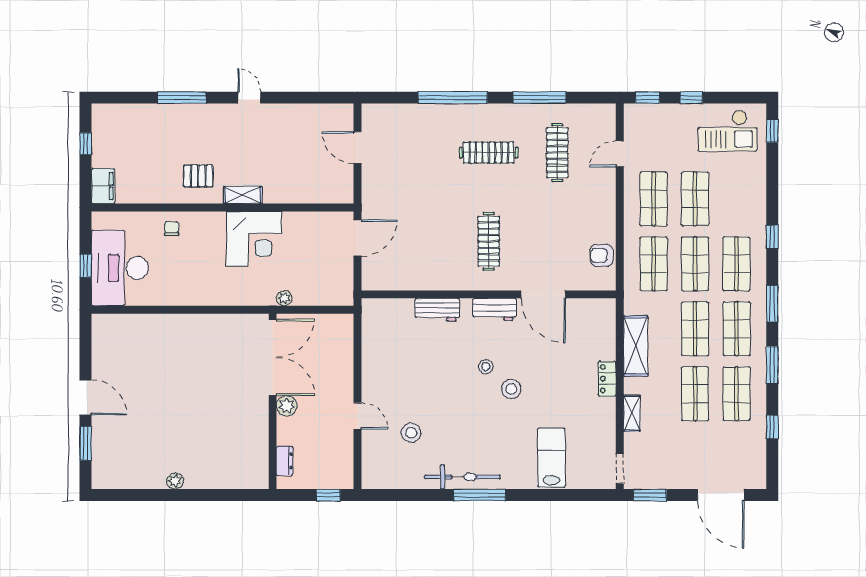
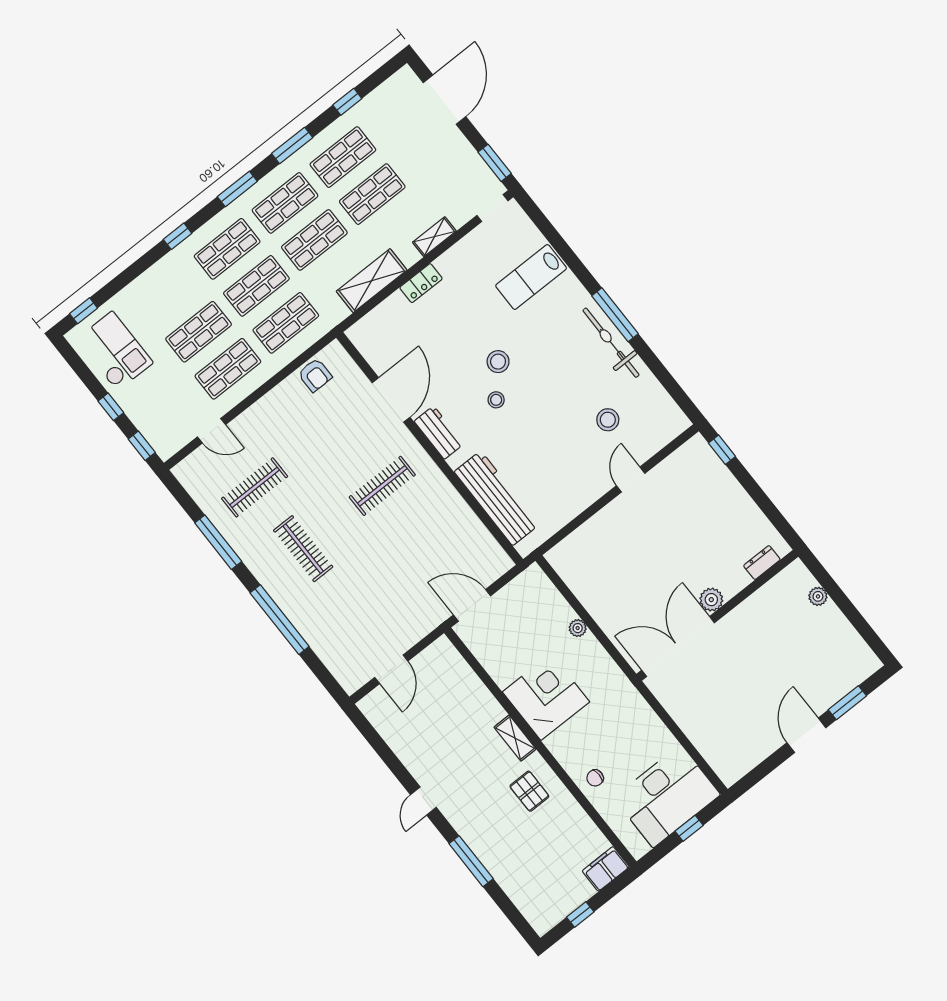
workbench: (437, 310) -> (497, 498), width x1.88, depth x1.32
double door: (273, 357) -> (678, 646), moved
wall: (273, 401) -> (717, 615), moved
plant: (287, 406) -> (711, 600), moved
dresser: (285, 461) -> (762, 563), moved

